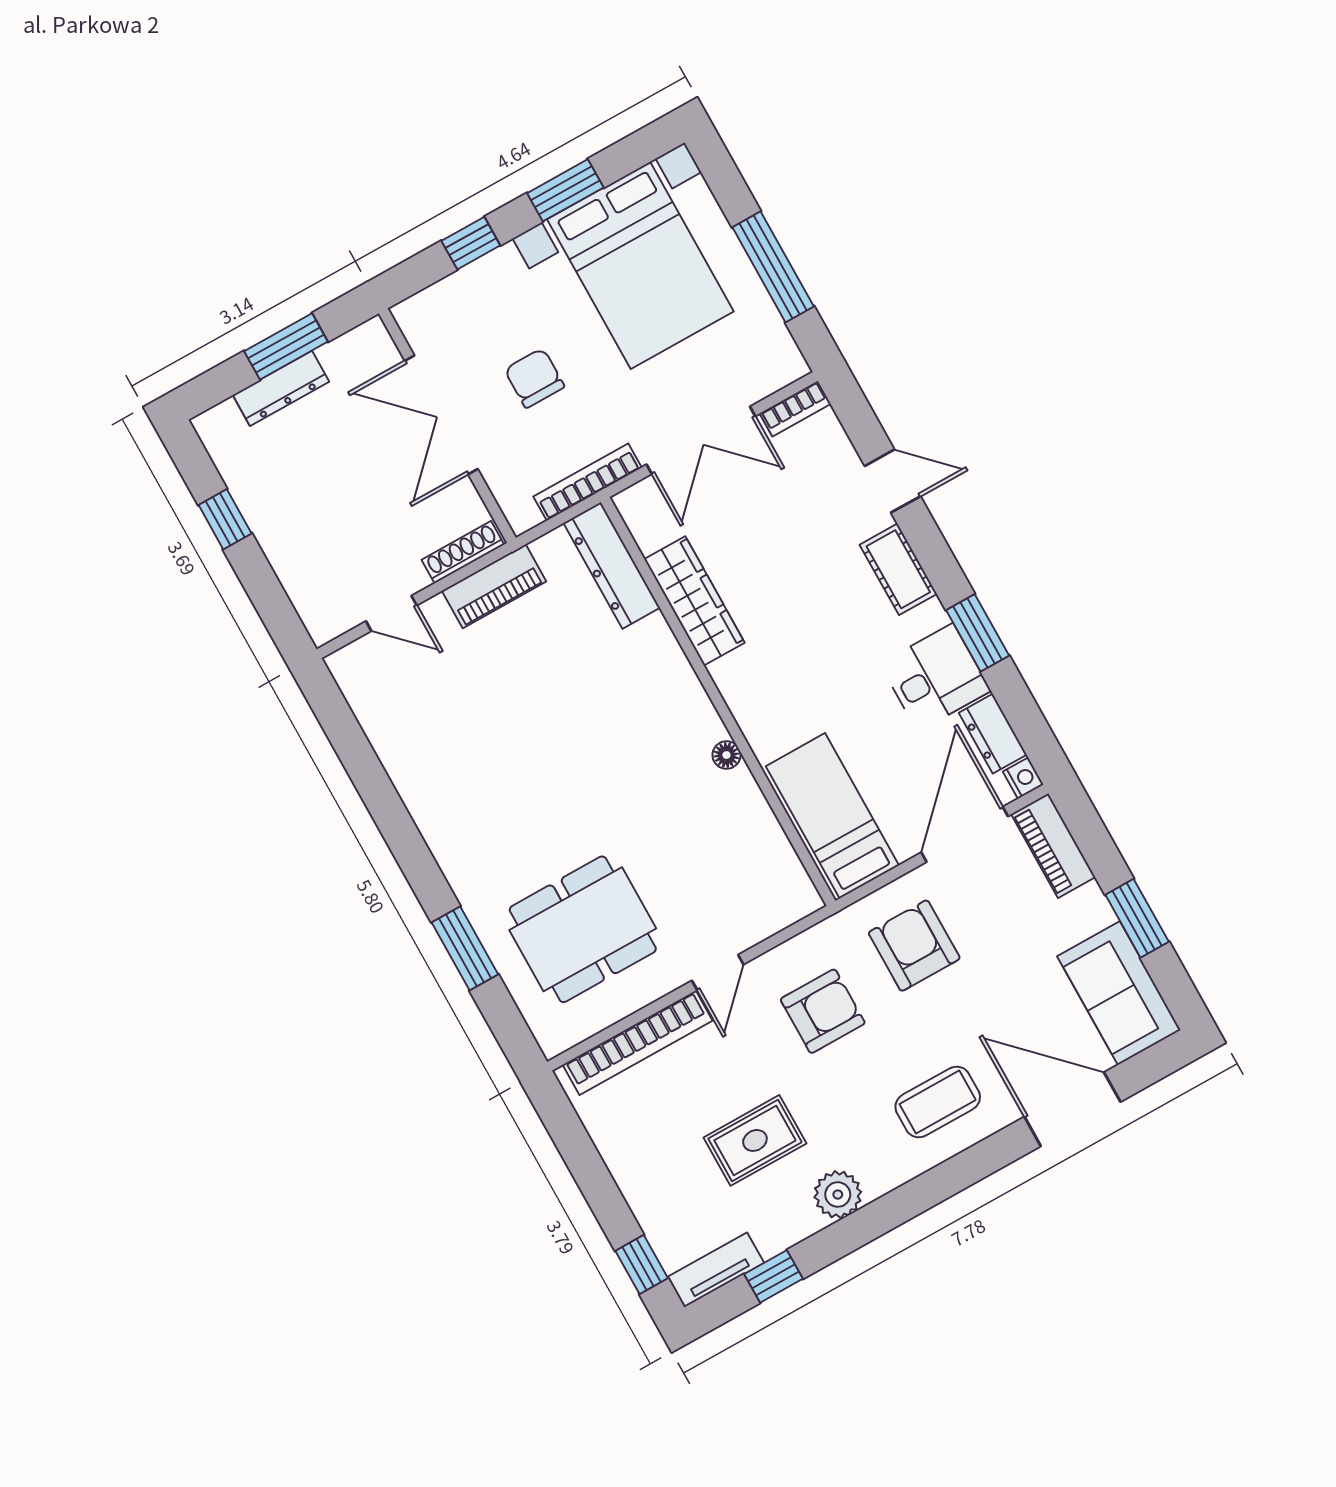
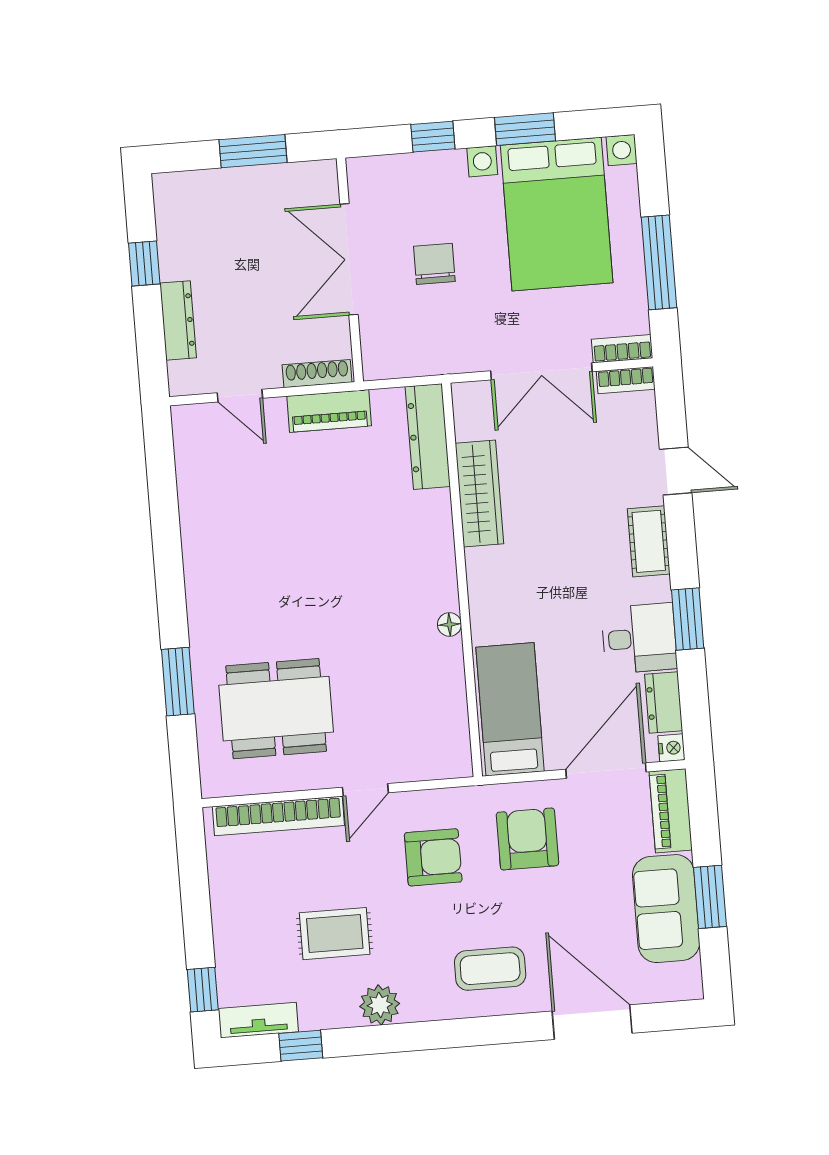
dresser: (281, 388) -> (178, 320), moved, turned -90
bookcase: (588, 482) -> (622, 349), moved, width x0.64
sofa: (1119, 993) -> (666, 909), moved

